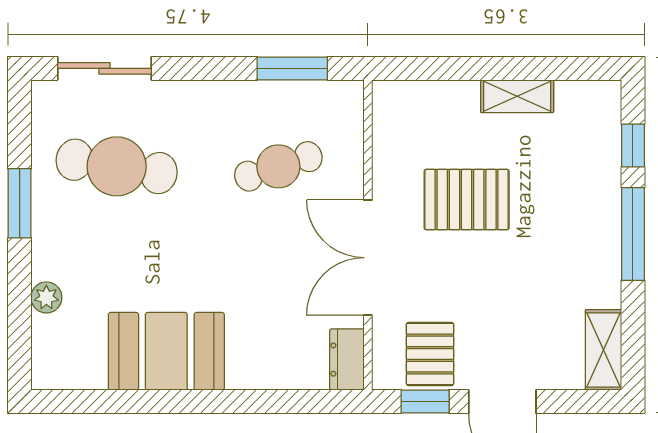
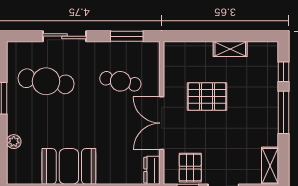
sliding door: (105, 68) -> (64, 36), moved
cafe table: (278, 166) -> (120, 81), turned 30

